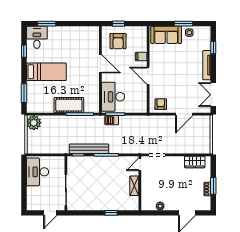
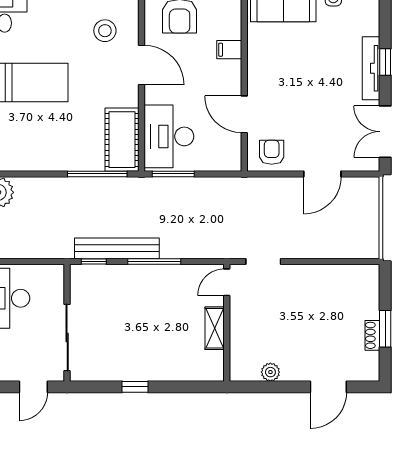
window: (213, 47) -> (385, 62), moved
stool: (83, 48) -> (105, 31), added
door: (148, 76) -> (244, 114), moved
cot: (69, 105) -> (122, 140), moved, turned 90
barbecue: (112, 120) -> (166, 187), removed
wardrobe: (195, 162) -> (345, 277), removed
window: (111, 213) -> (135, 387), moved

